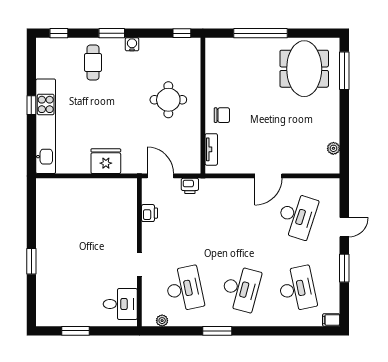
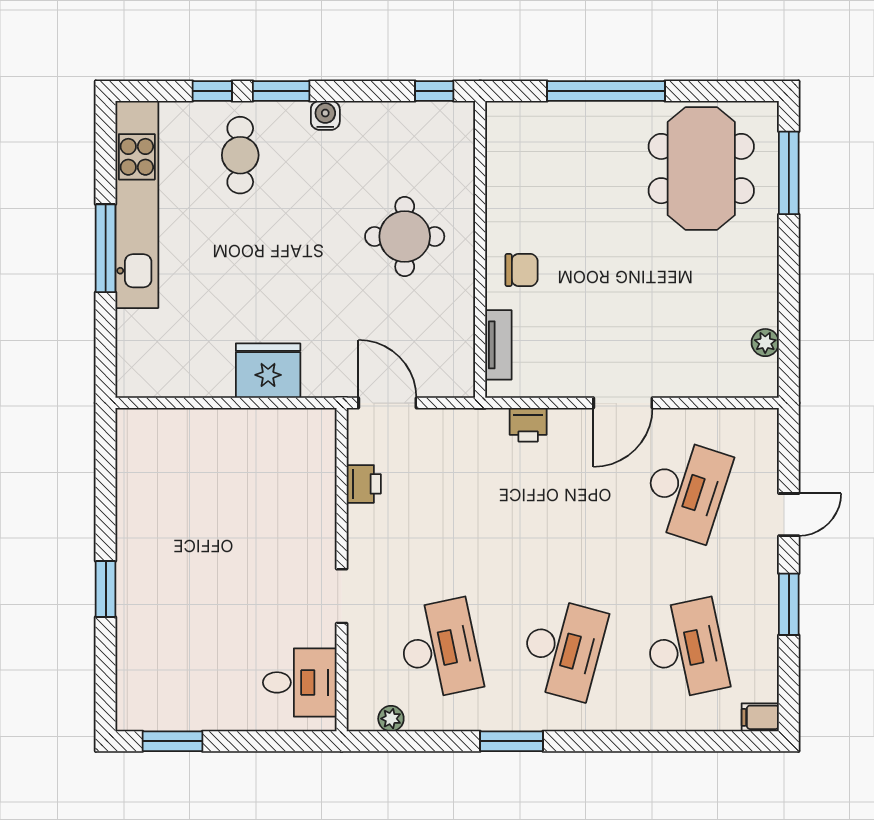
window: (59, 33) -> (212, 91), moved
window: (31, 105) -> (106, 248), width x2.17
kitchen unit: (46, 126) -> (137, 204), moved
printer: (190, 186) -> (528, 425), moved
window: (75, 331) -> (173, 741), moved

